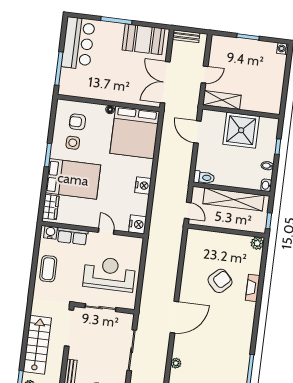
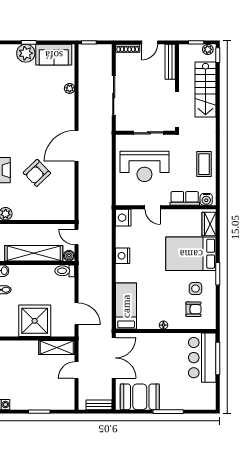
bar counter: (78, 43) -> (202, 358), moved
bed: (135, 132) -> (126, 306), width x0.49
boiler: (198, 192) -> (69, 256), added
door: (174, 317) -> (77, 146), moved

